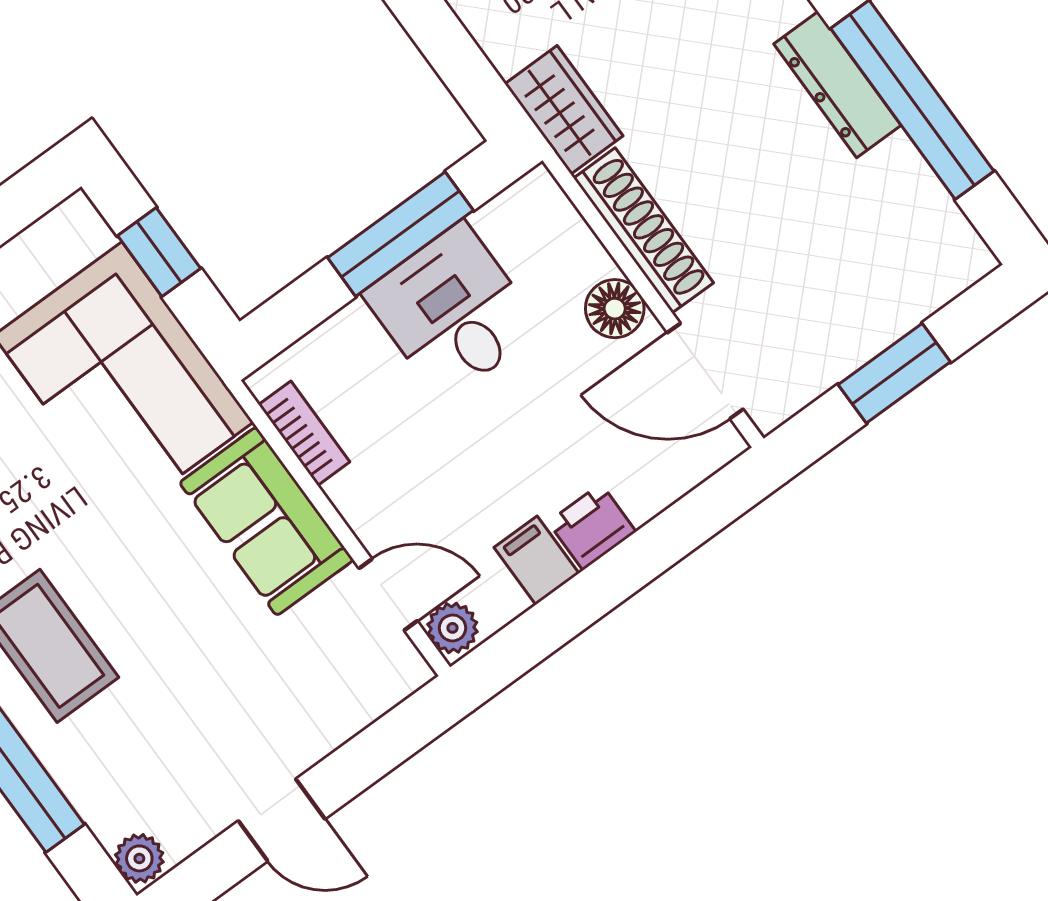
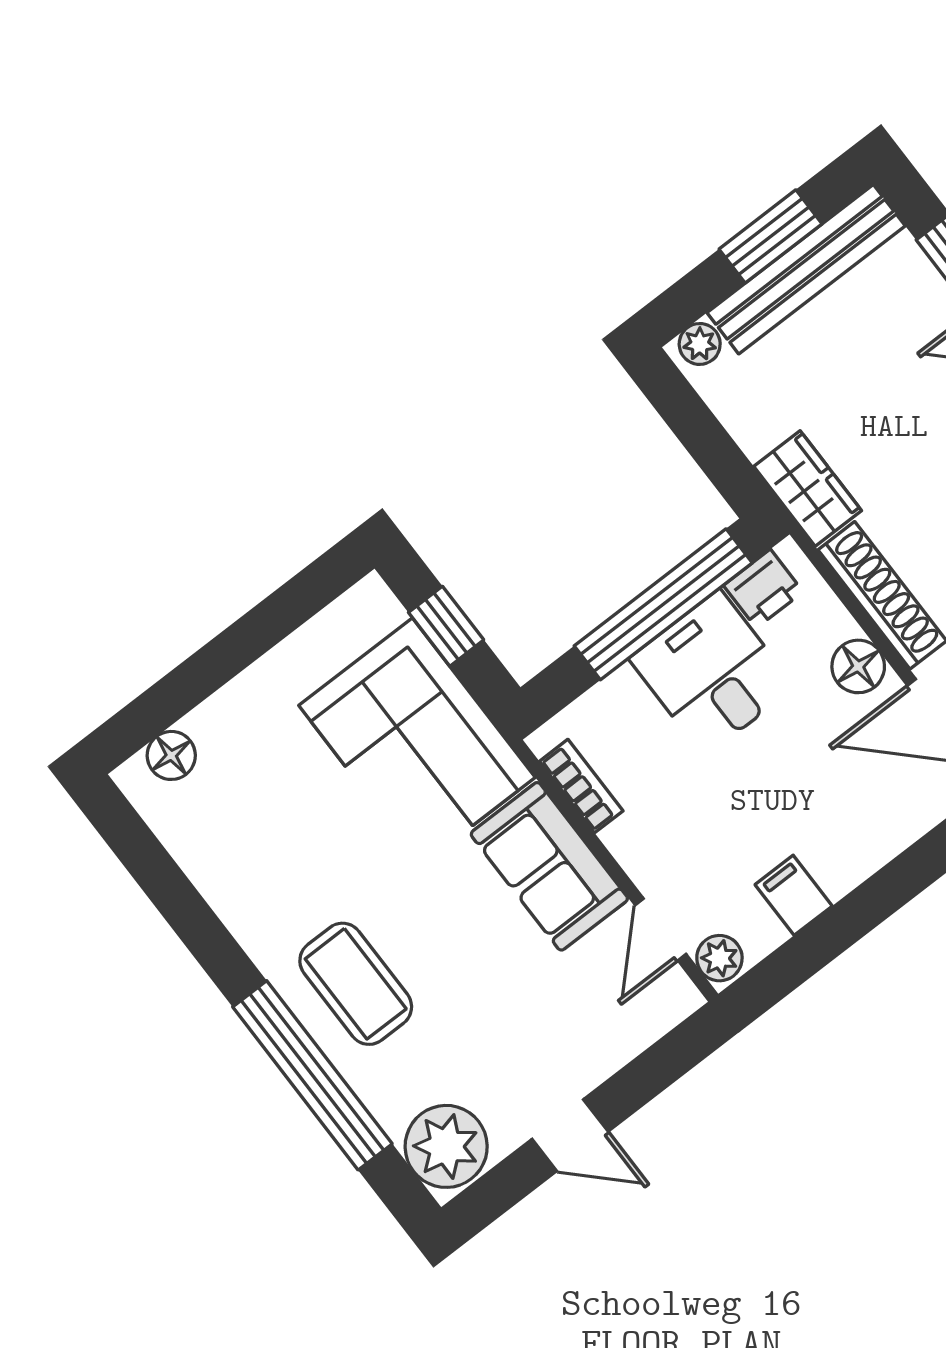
window: (400, 234) -> (663, 604), width x1.46
printer: (592, 527) -> (763, 589), moved, turned 180
door: (388, 595) -> (661, 930), swing flipped
plant: (139, 858) -> (446, 1146), width x1.88, depth x1.88

